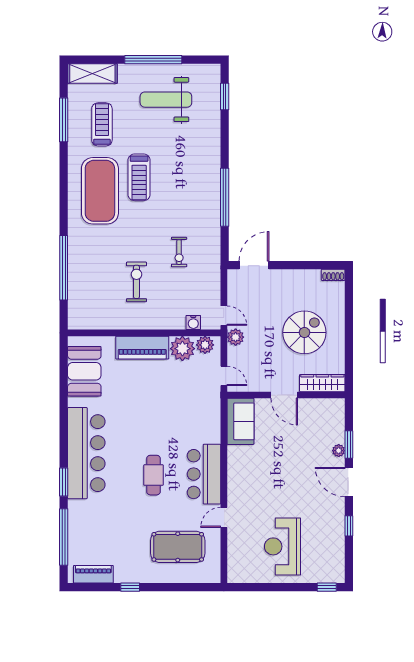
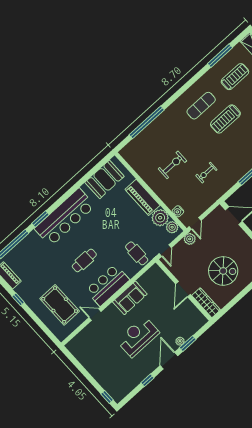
exercise mat: (100, 191) -> (201, 106), width x0.50, depth x0.69
cafe table: (198, 410) -> (137, 253), added
sofa: (240, 421) -> (130, 298), moved
reception desk: (282, 546) -> (138, 337), moved

